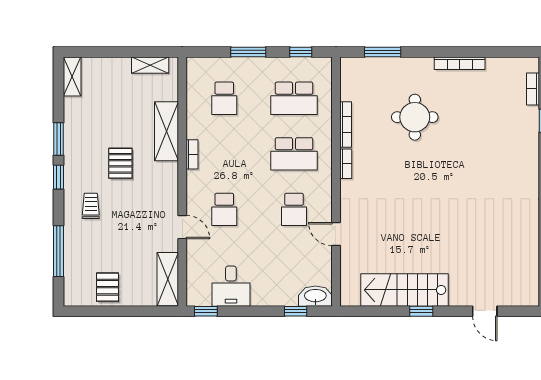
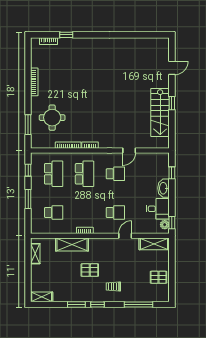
round table: (415, 117) -> (52, 118), moved
washbasin: (315, 296) -> (164, 188), moved
plant: (202, 298) -> (165, 225), added

